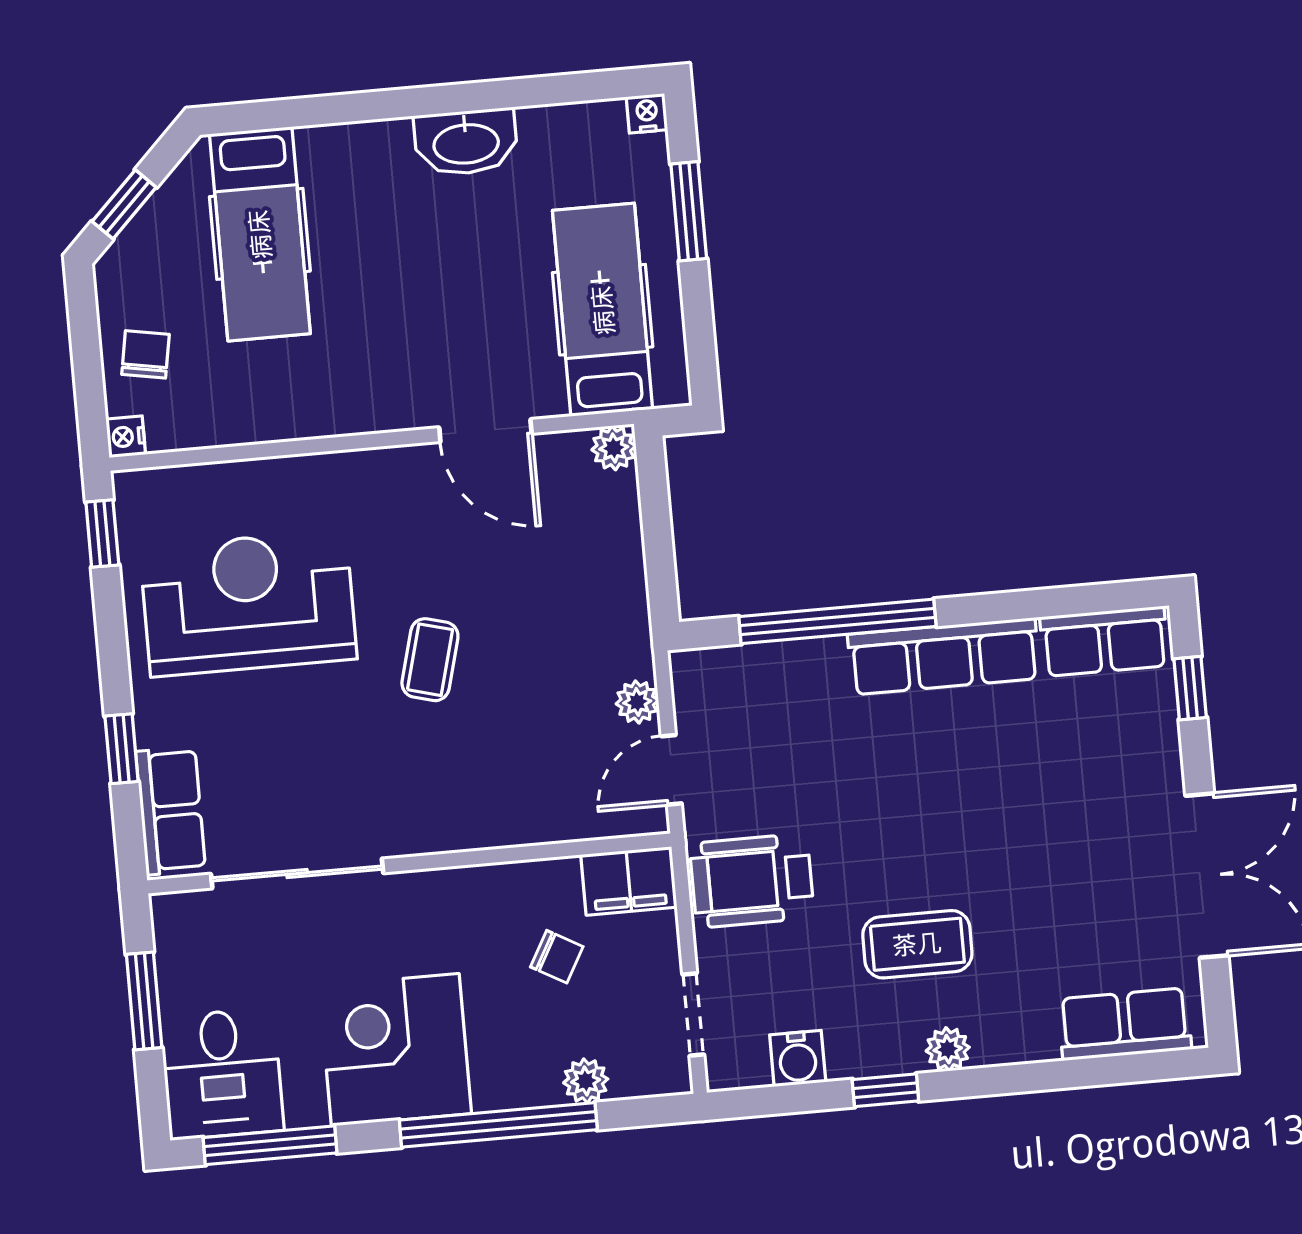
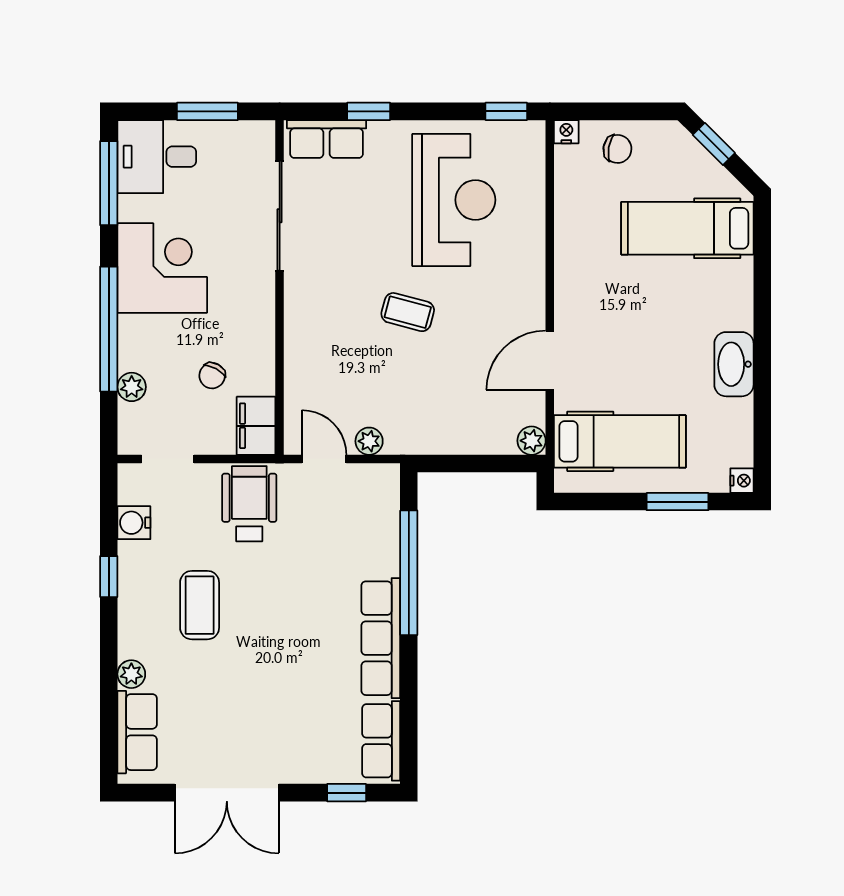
plant: (948, 1049) -> (131, 674), moved

